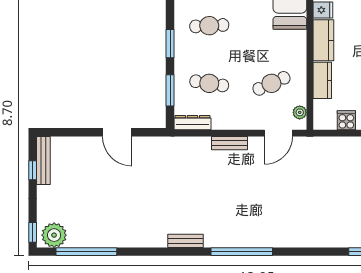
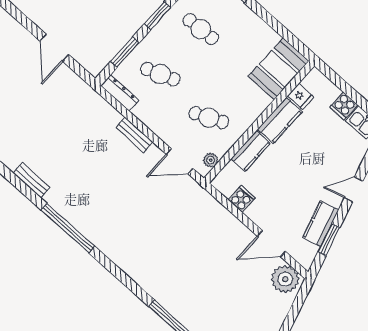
cafe table: (209, 83) -> (160, 74), turned -30

